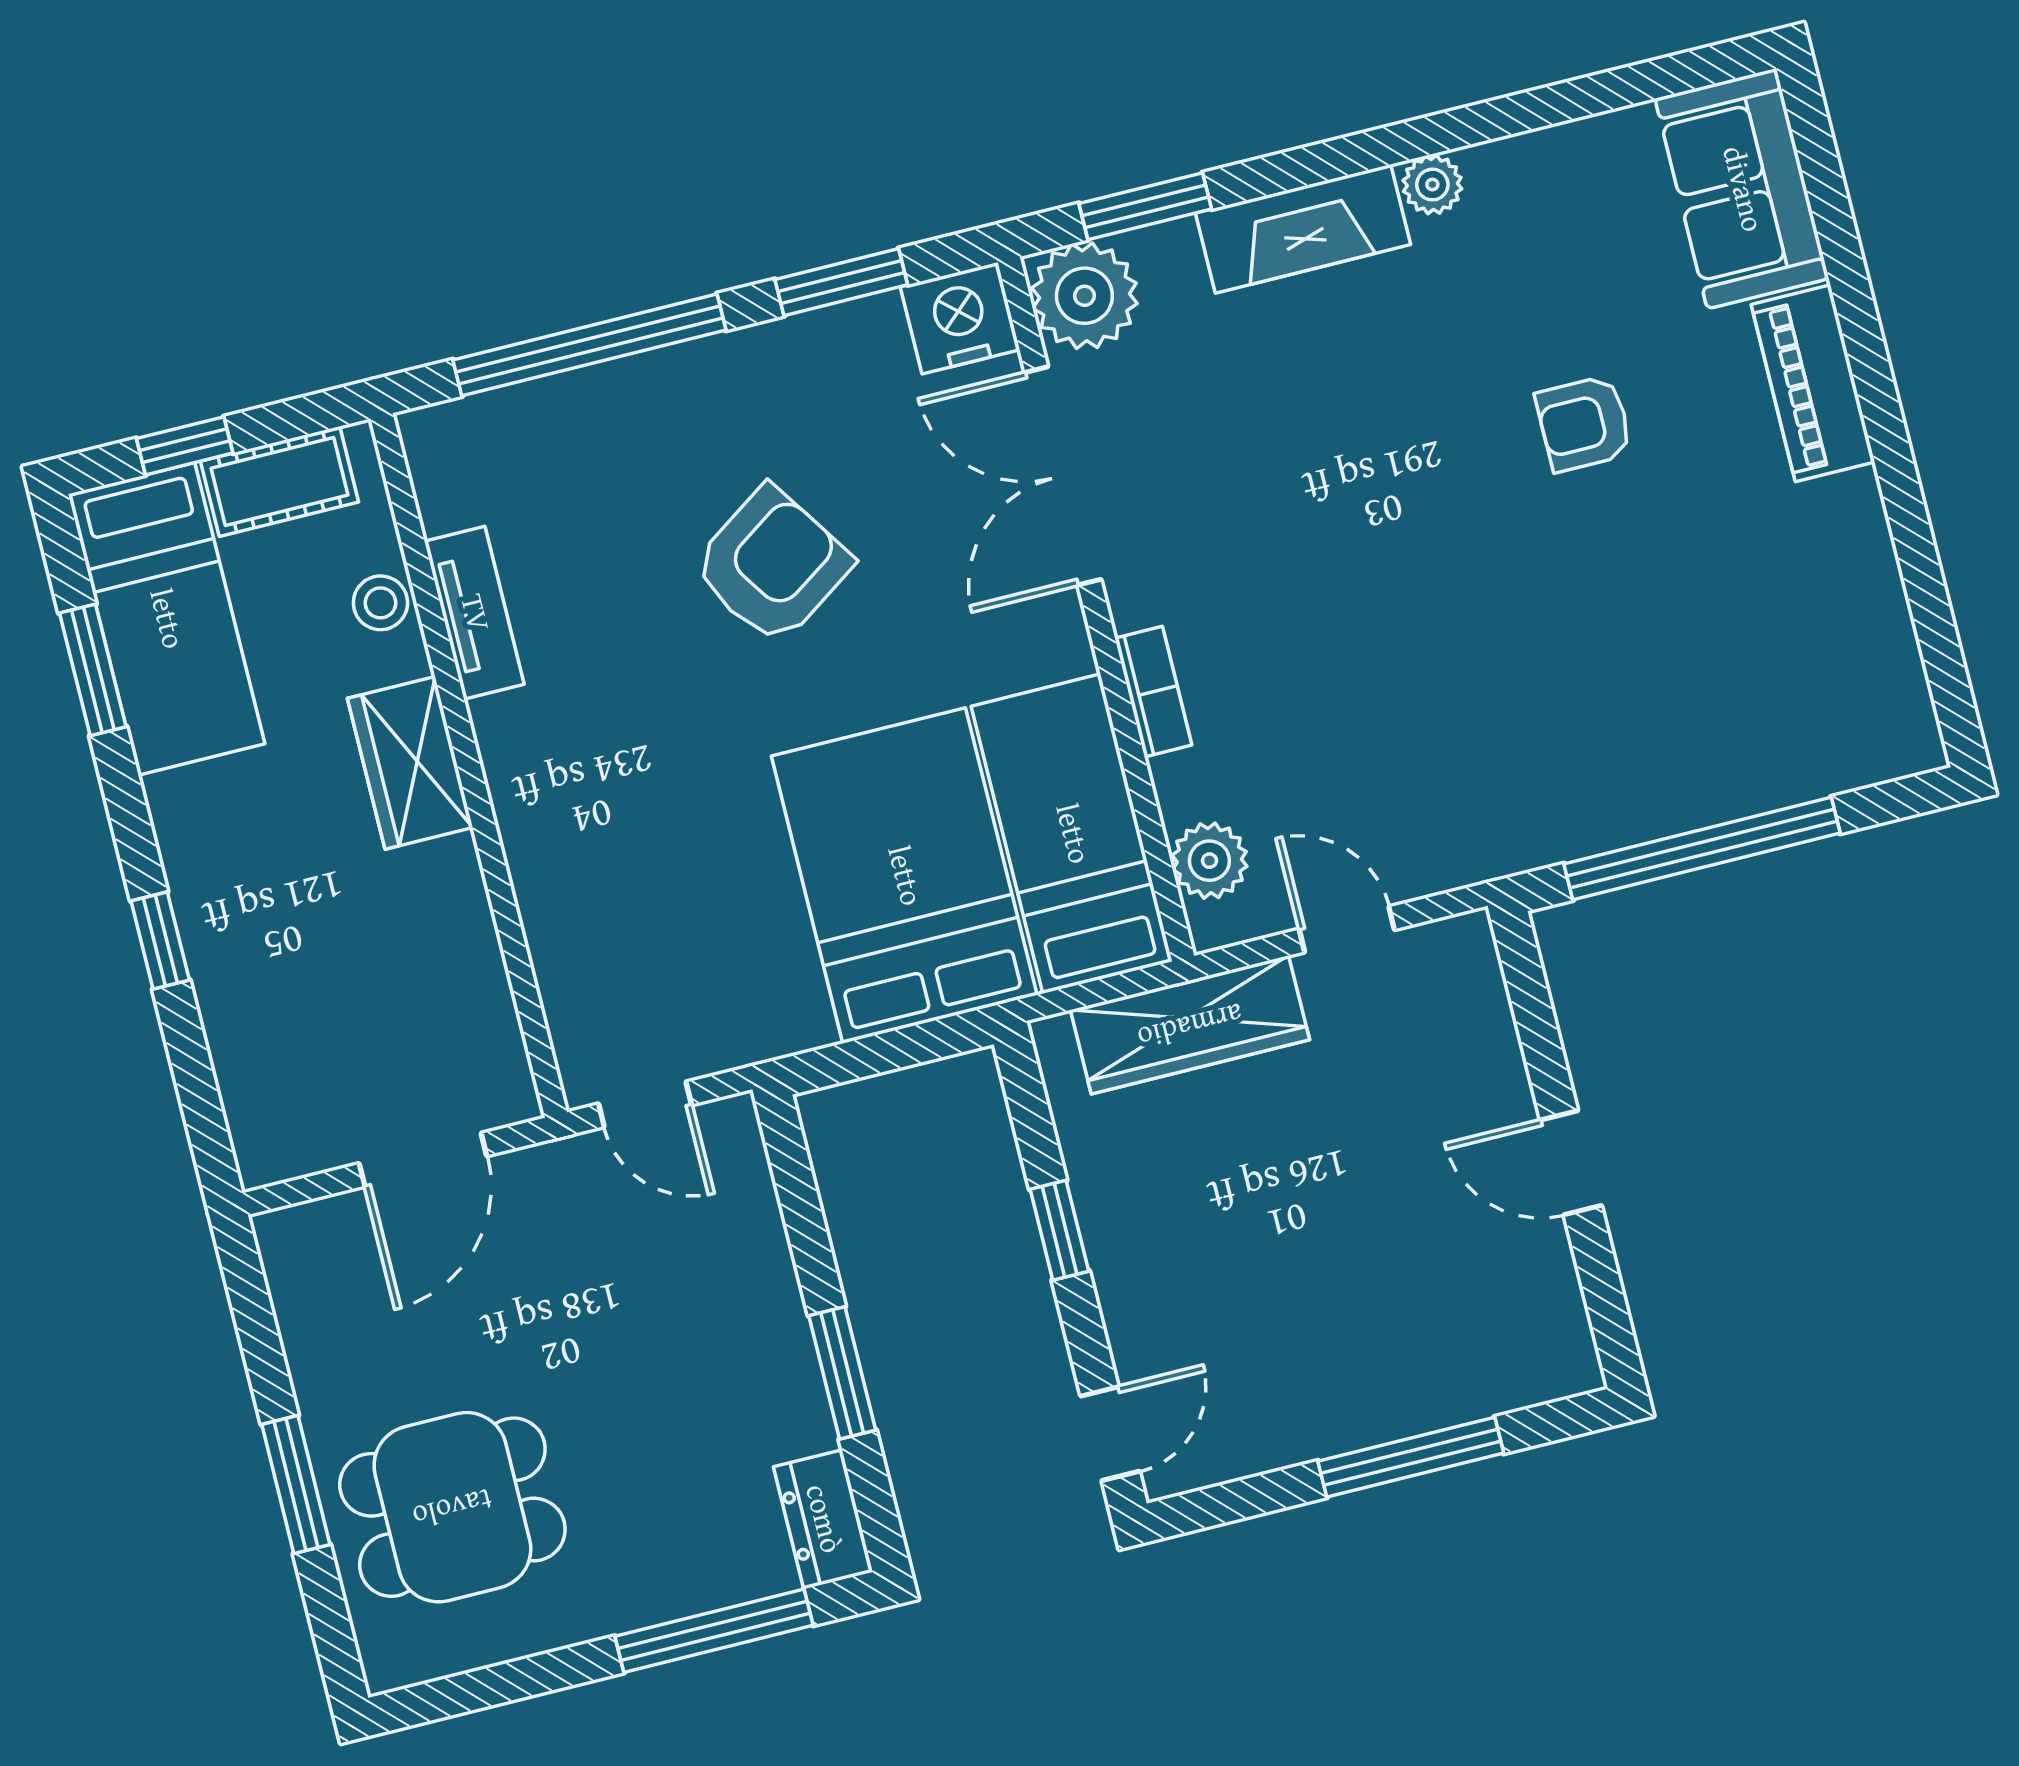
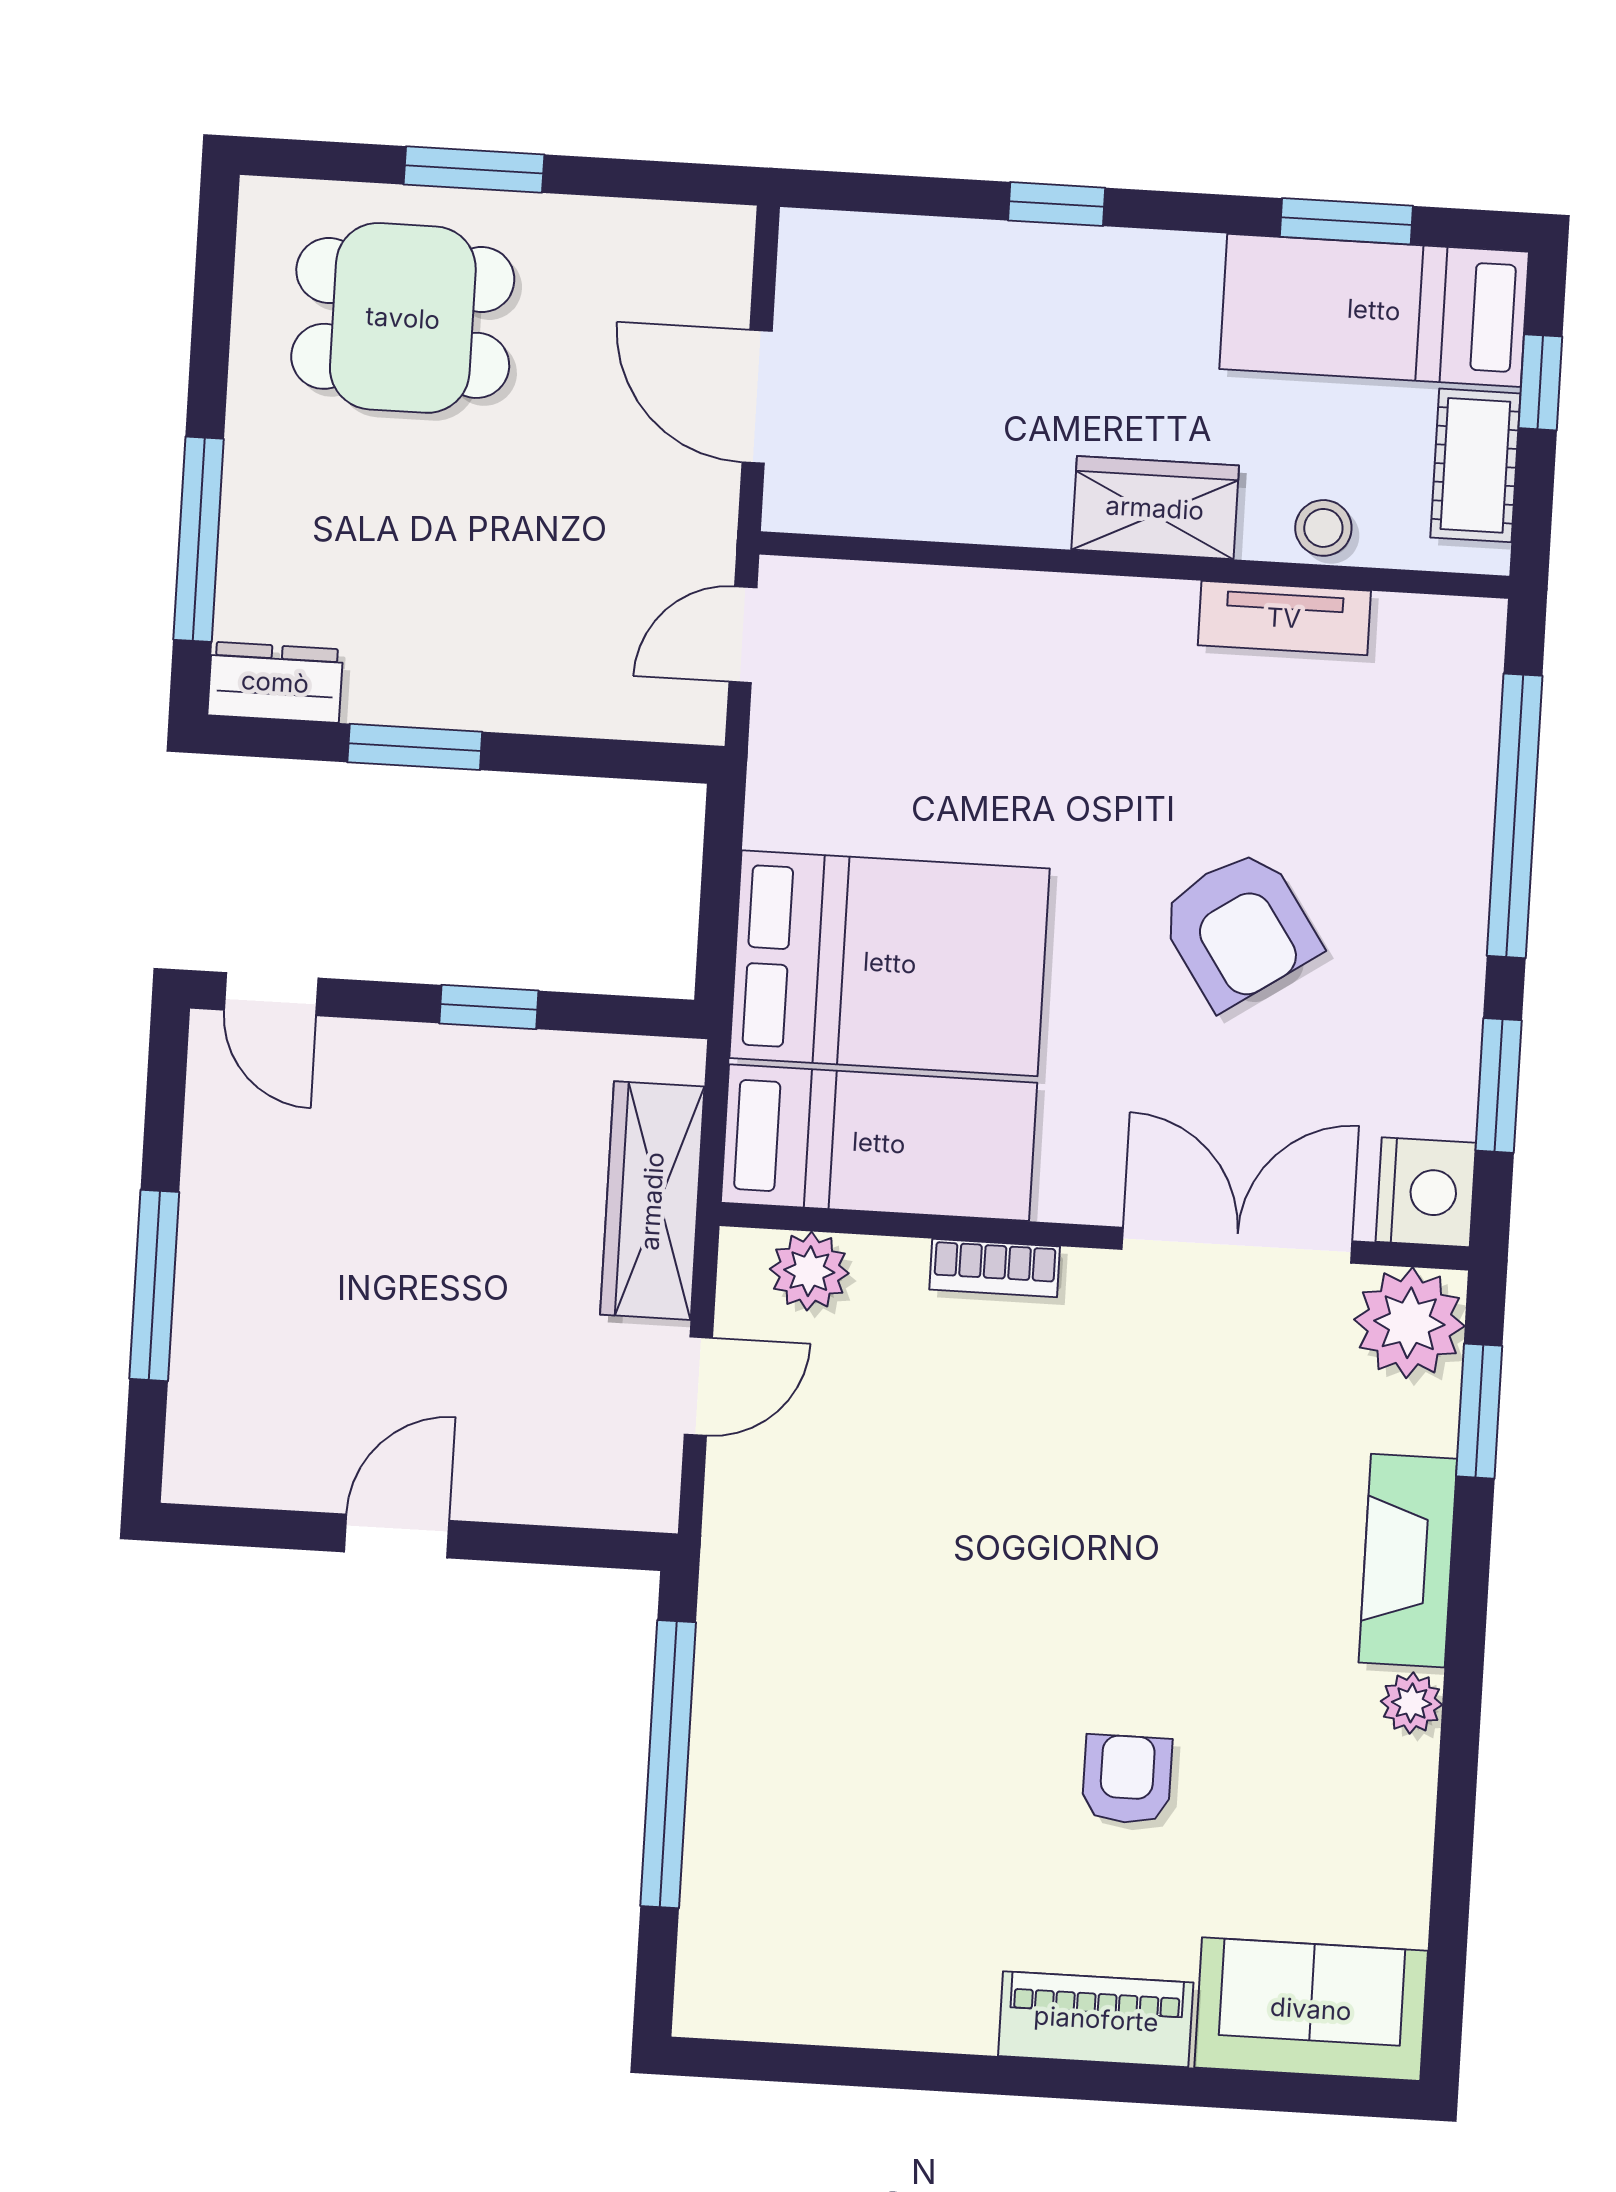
dining table: (452, 1507) -> (403, 318), turned 90

